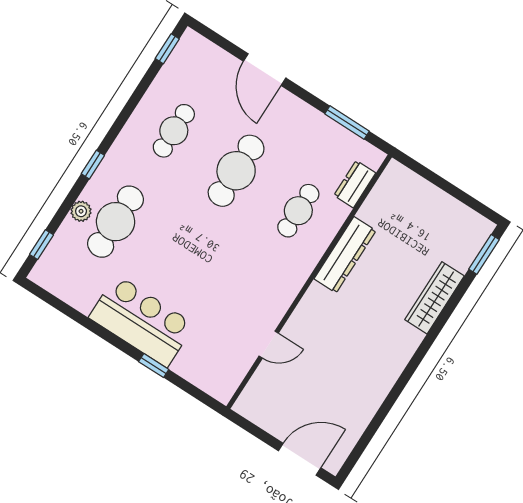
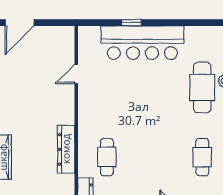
cafe table: (236, 171) -> (155, 157), removed
bar counter: (142, 321) -> (142, 43), width x1.36

